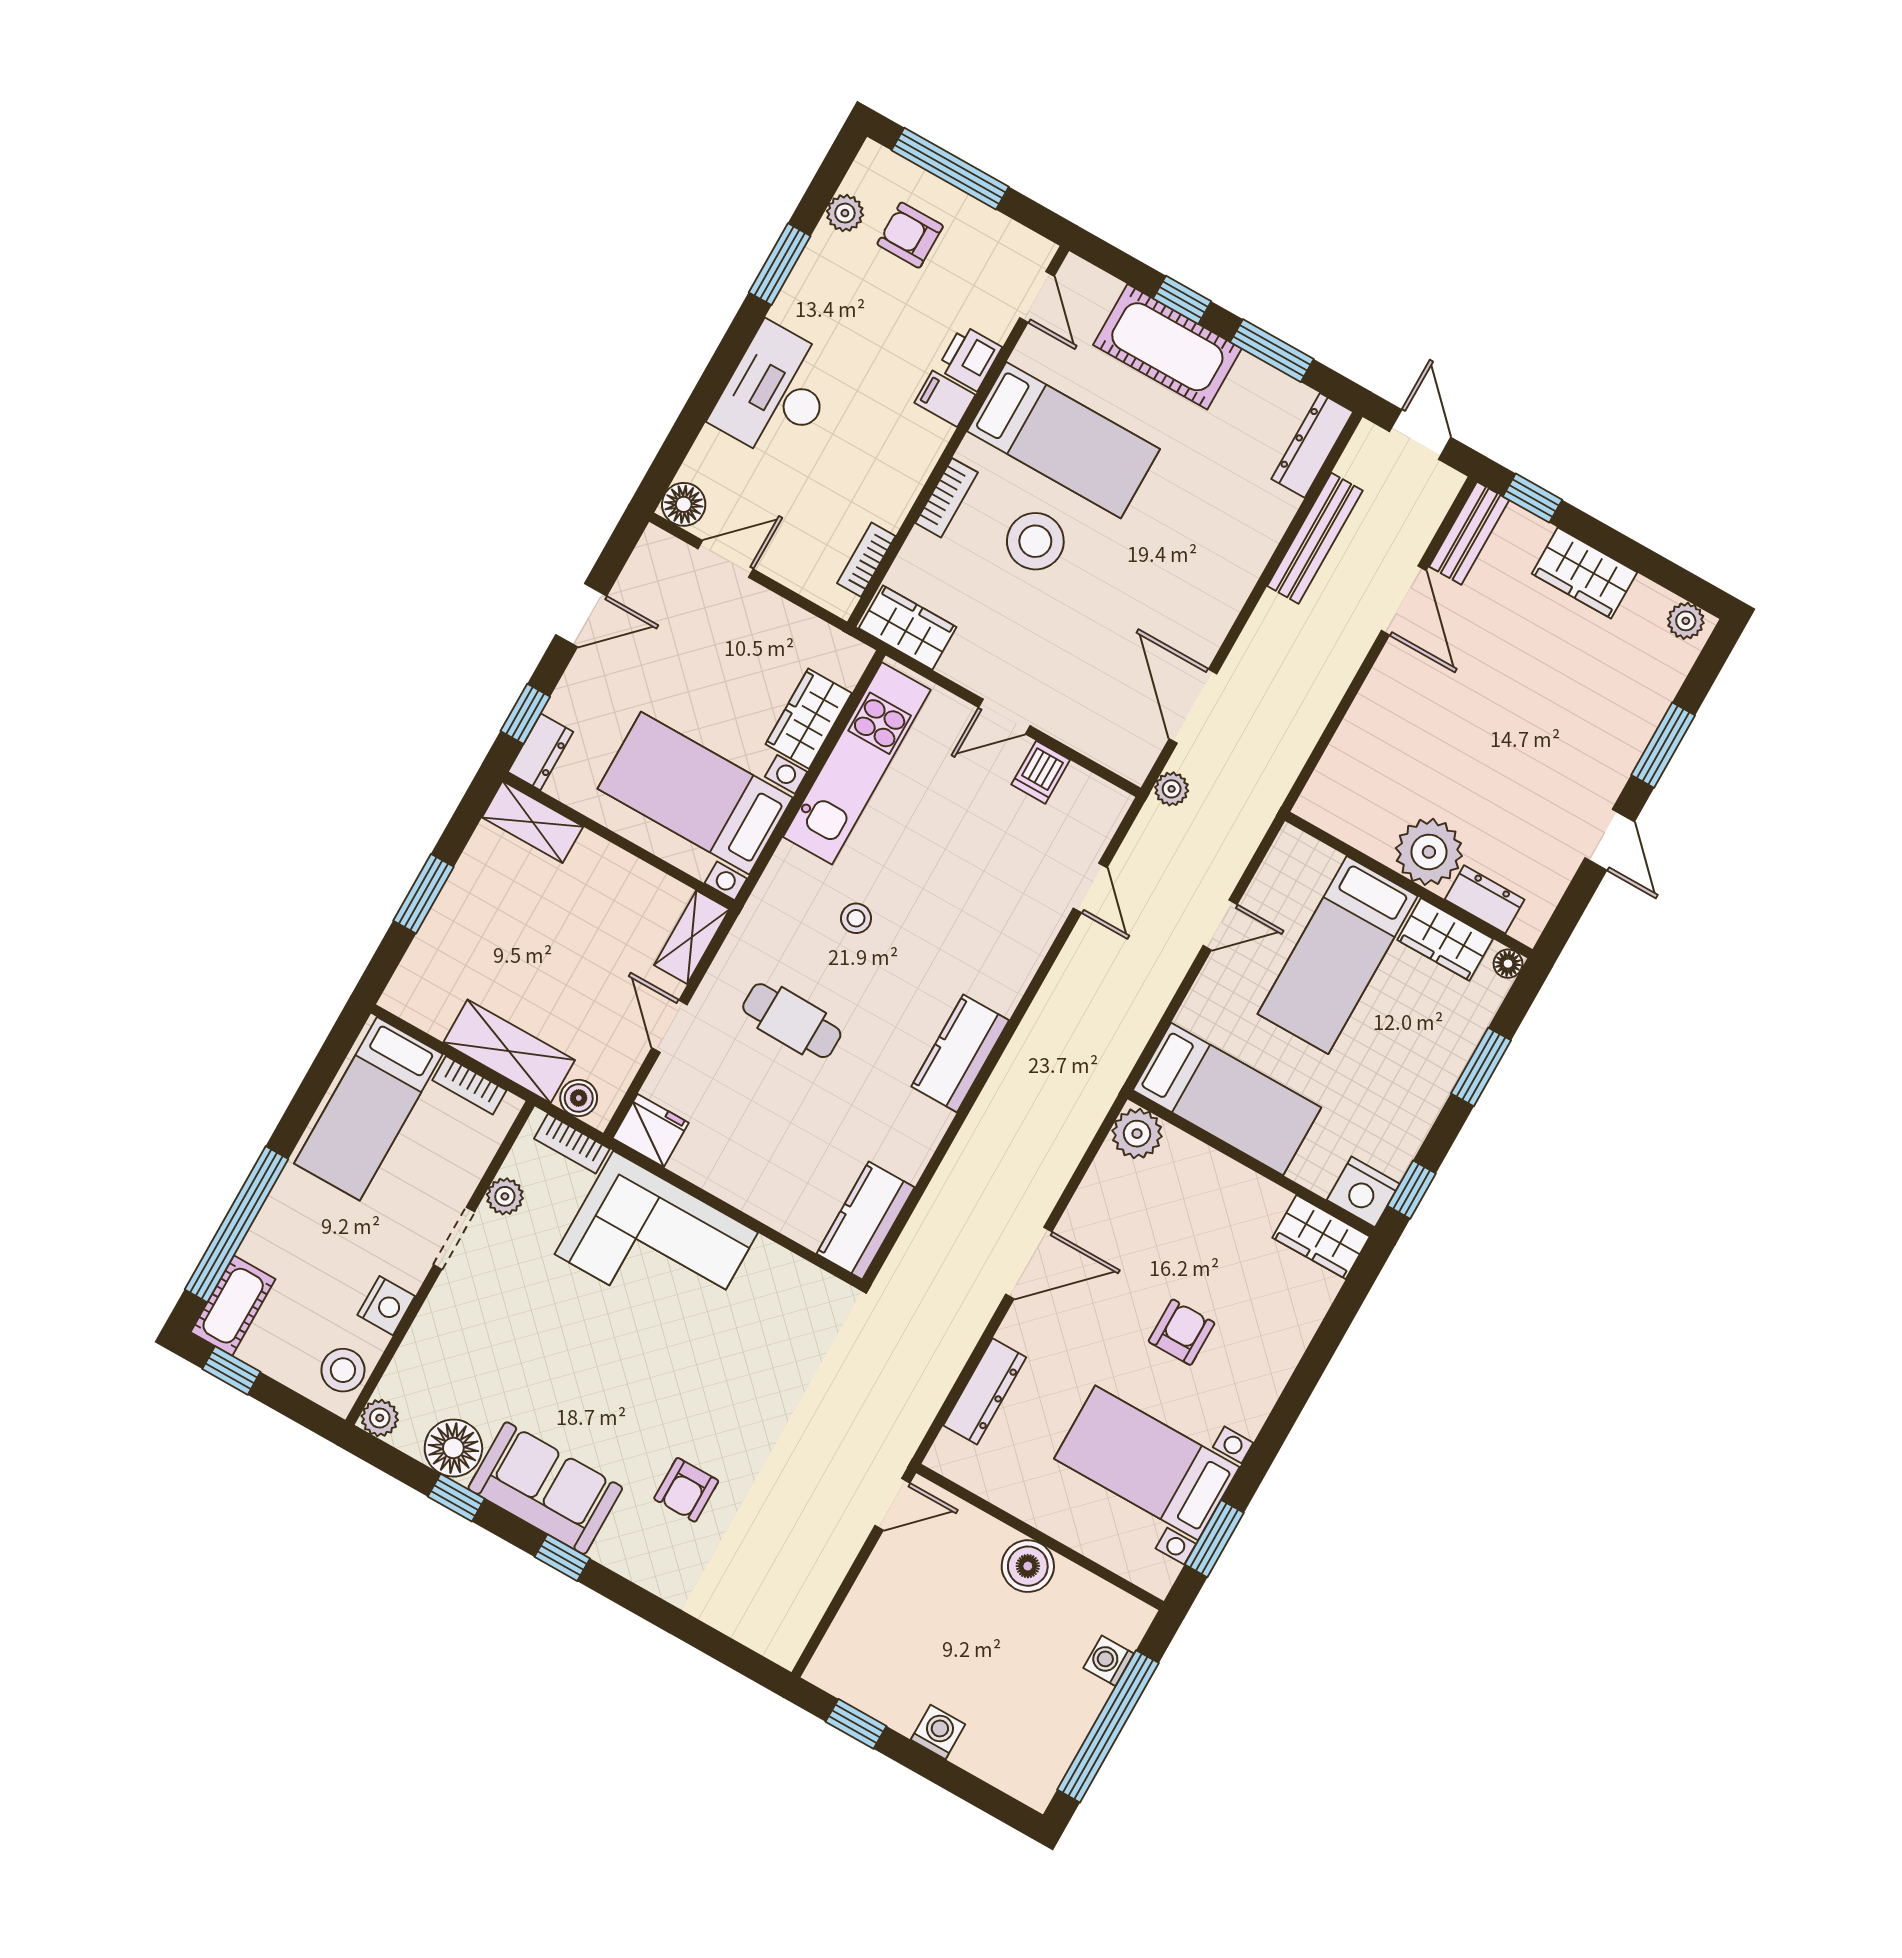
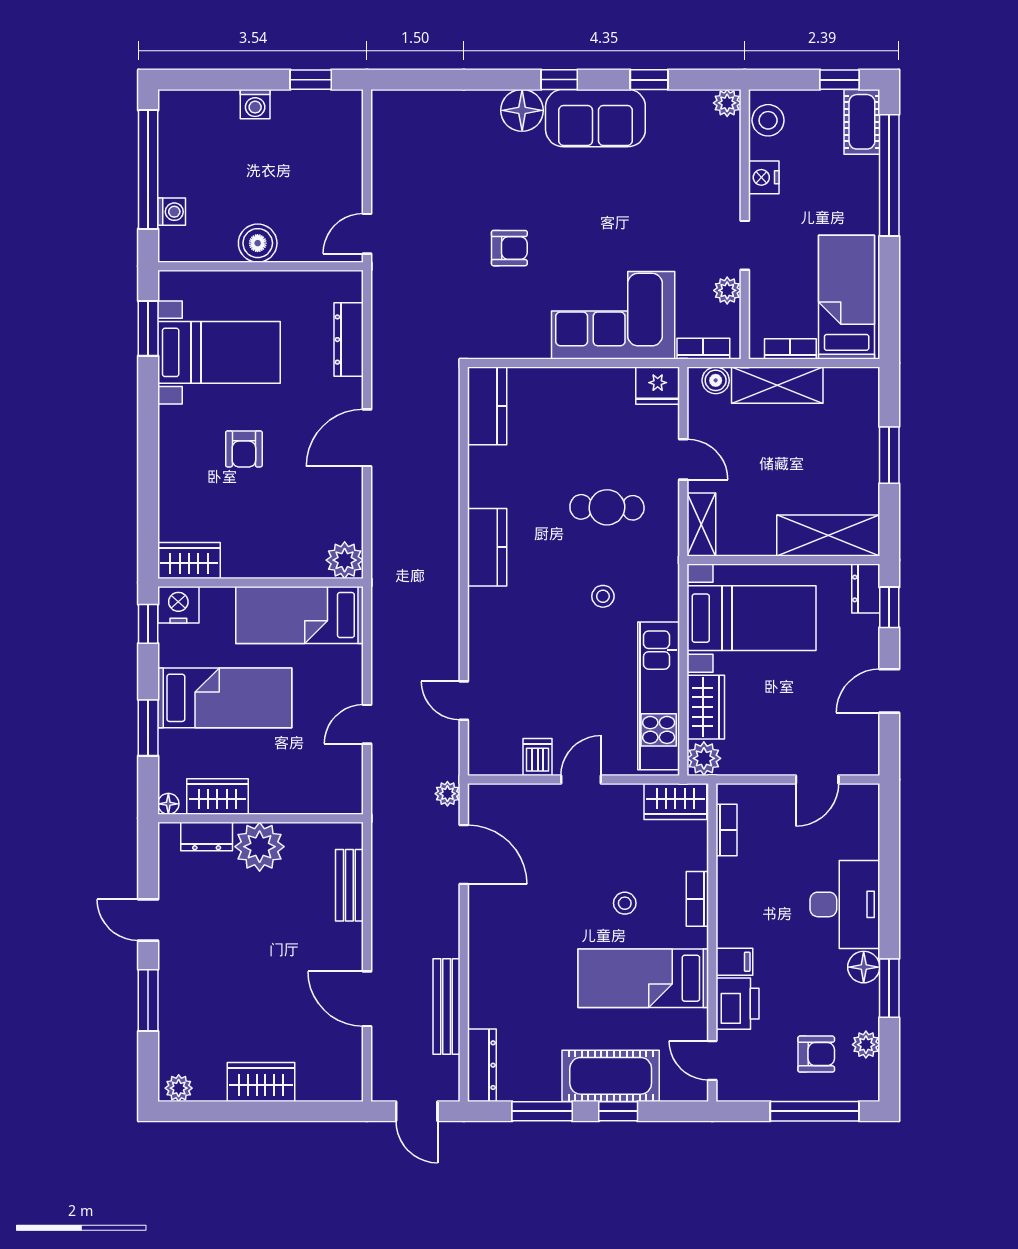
printer: (970, 358) -> (738, 1004), width x1.36, depth x1.24
window: (1533, 498) -> (322, 1111), removed
floor lamp: (684, 504) -> (864, 967), moved
bench: (1469, 533) -> (349, 885), moved
stool: (1035, 541) -> (625, 903), width x0.53, depth x0.53
plant: (845, 659) -> (704, 758), added
shelving: (533, 822) -> (828, 535), width x1.50, depth x1.33
bed: (1338, 955) -> (225, 698), moved, turned 90
floor lamp: (453, 1448) -> (522, 110), moved
armchair: (686, 1490) -> (509, 248), moved, turned 90

